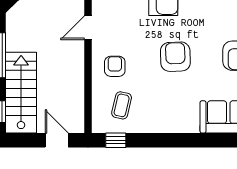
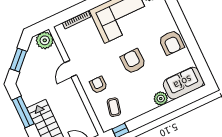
plant: (189, 123) -> (161, 99), added

